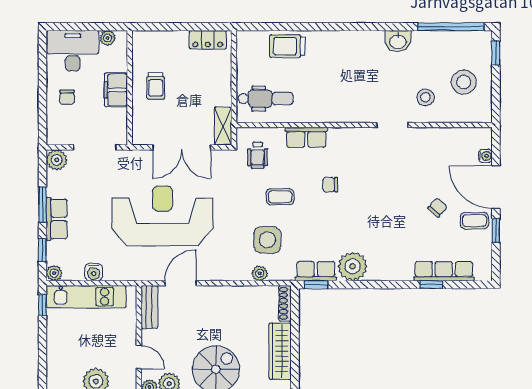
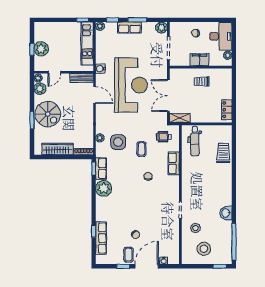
water cooler: (94, 272) -> (100, 69), moved

